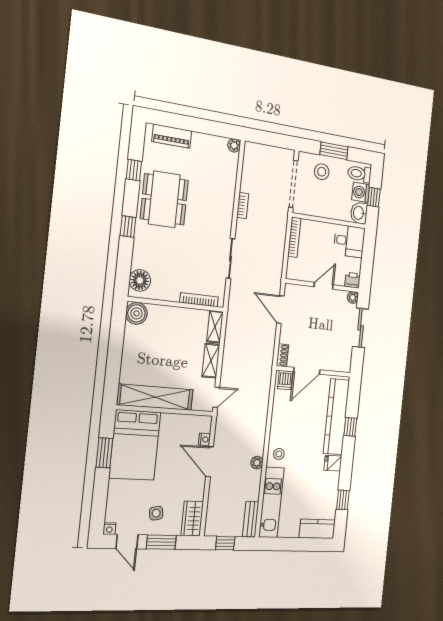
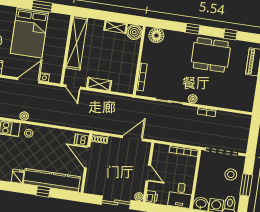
plant: (234, 145) -> (193, 99), moved
shelving: (215, 327) -> (115, 27), moved
bed: (135, 445) -> (29, 33), moved, turned -90

